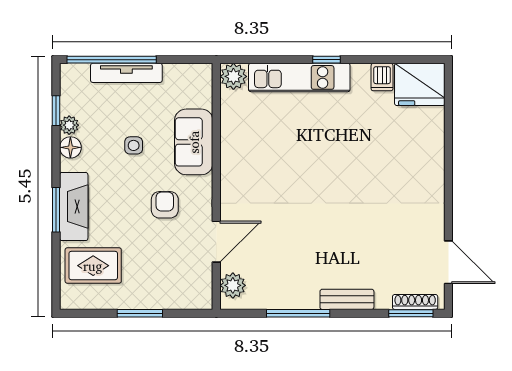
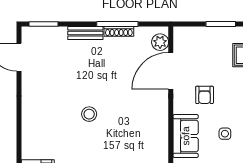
stool: (341, 175) -> (89, 114), added
door: (216, 242) -> (171, 71), width x1.36
shoe rack: (415, 302) -> (119, 31), moved

